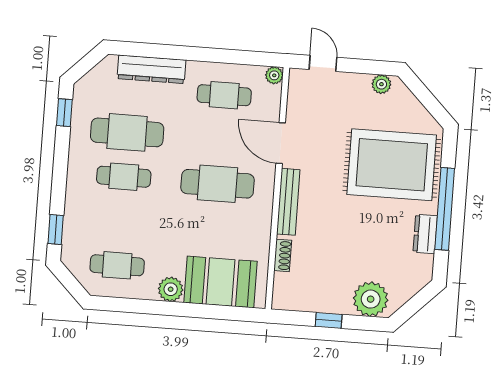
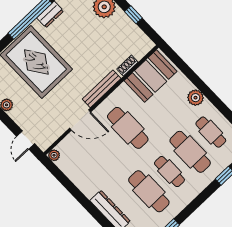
cafe table: (224, 95) -> (190, 152), moved, width x1.37, depth x1.35
door: (281, 143) -> (80, 120), hinge flipped
booth: (221, 282) -> (151, 76), moved, turned 90

